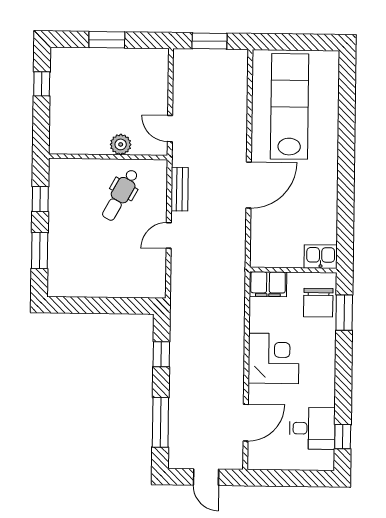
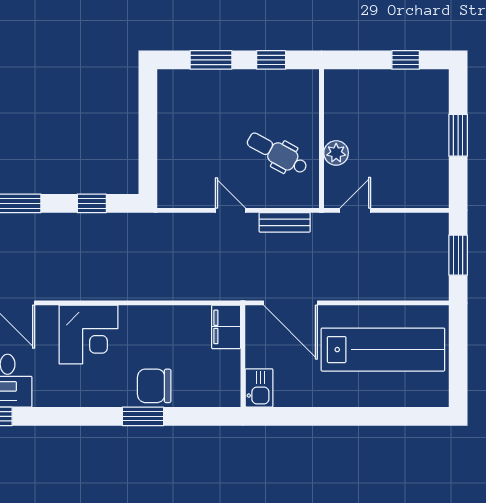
kitchen sink: (321, 257) -> (259, 388), moved
wall: (293, 270) -> (243, 356), moved
filing cabinet: (268, 284) -> (226, 327), moved

